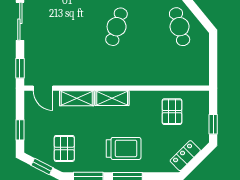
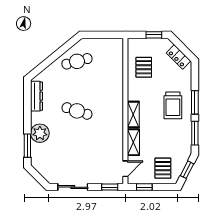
pallet: (172, 112) -> (144, 67), turned 90
window: (20, 130) -> (144, 187), moved
pallet: (64, 148) -> (163, 168), moved, turned 90
trolley: (124, 148) -> (173, 105), turned 180

